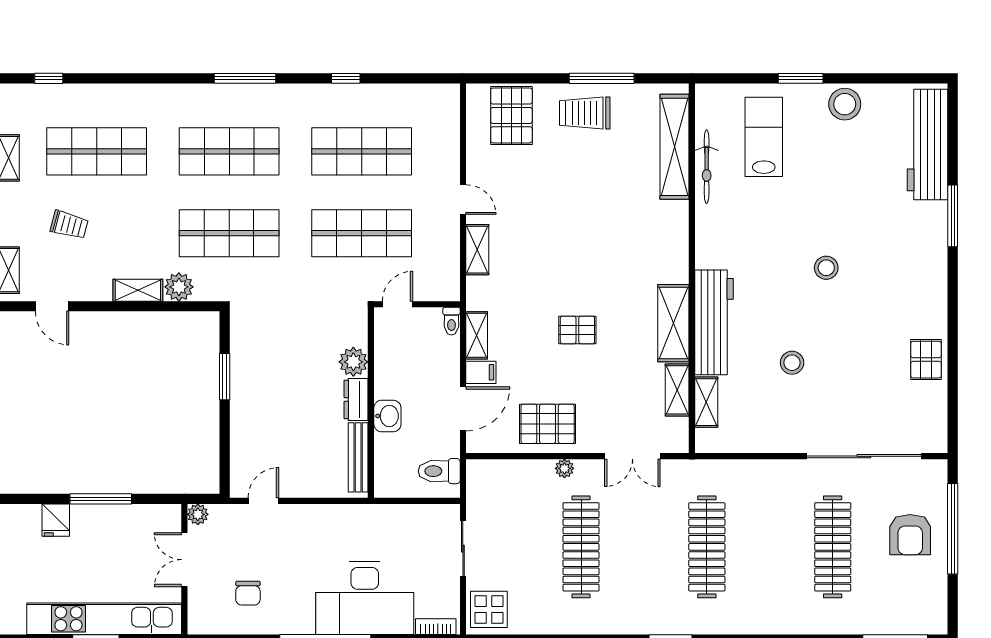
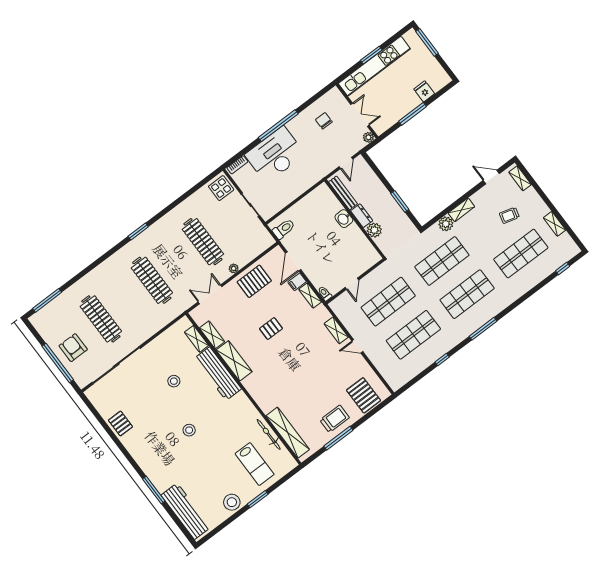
plant: (353, 362) -> (374, 230), moved
dresser: (356, 399) -> (362, 216), moved
wall: (371, 403) -> (355, 219), moved
washbasin: (387, 416) -> (344, 219), moved
bench: (358, 457) -> (343, 193), moved

